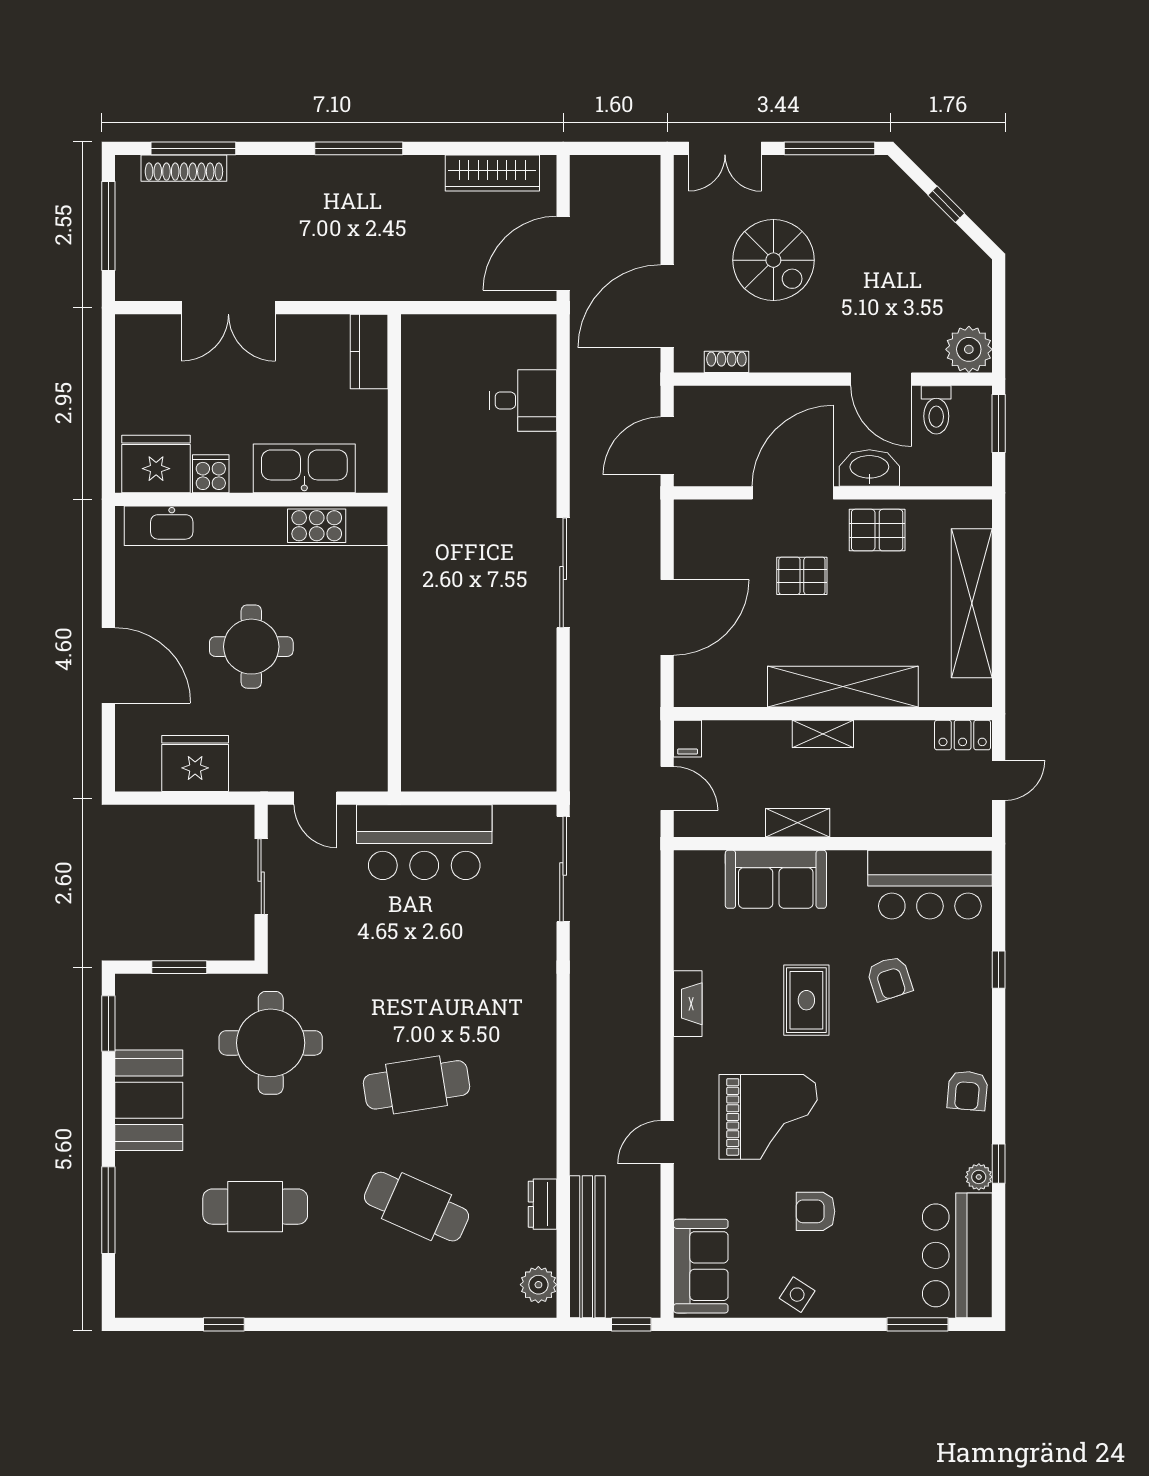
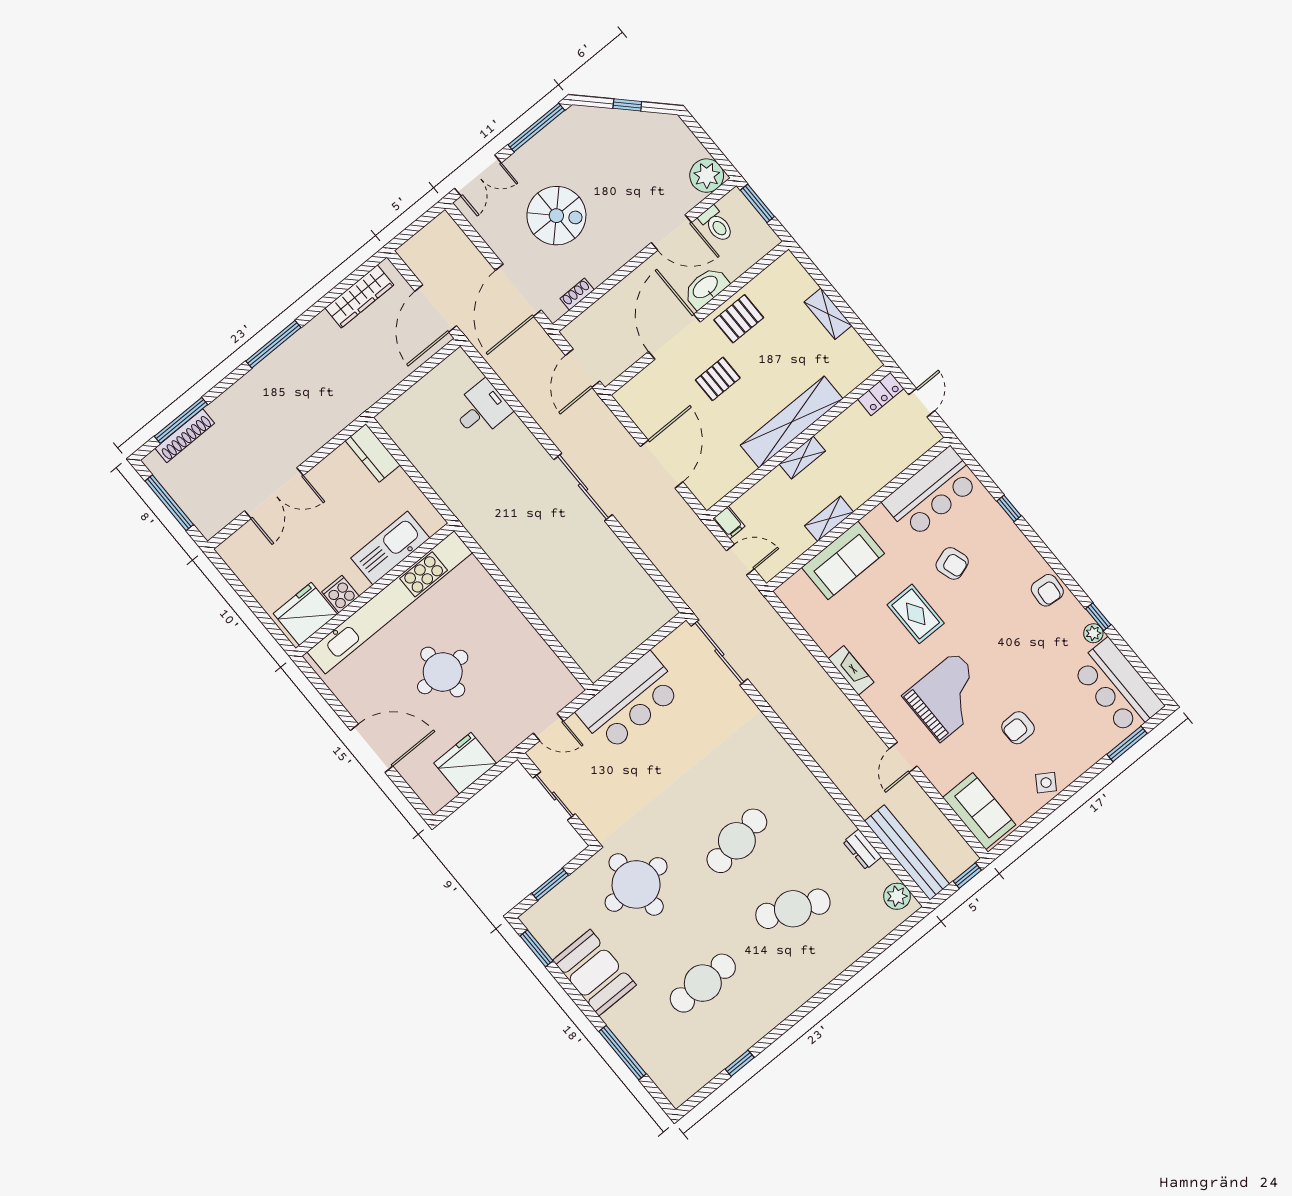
shelving: (972, 603) -> (828, 314), width x0.45, depth x0.75

